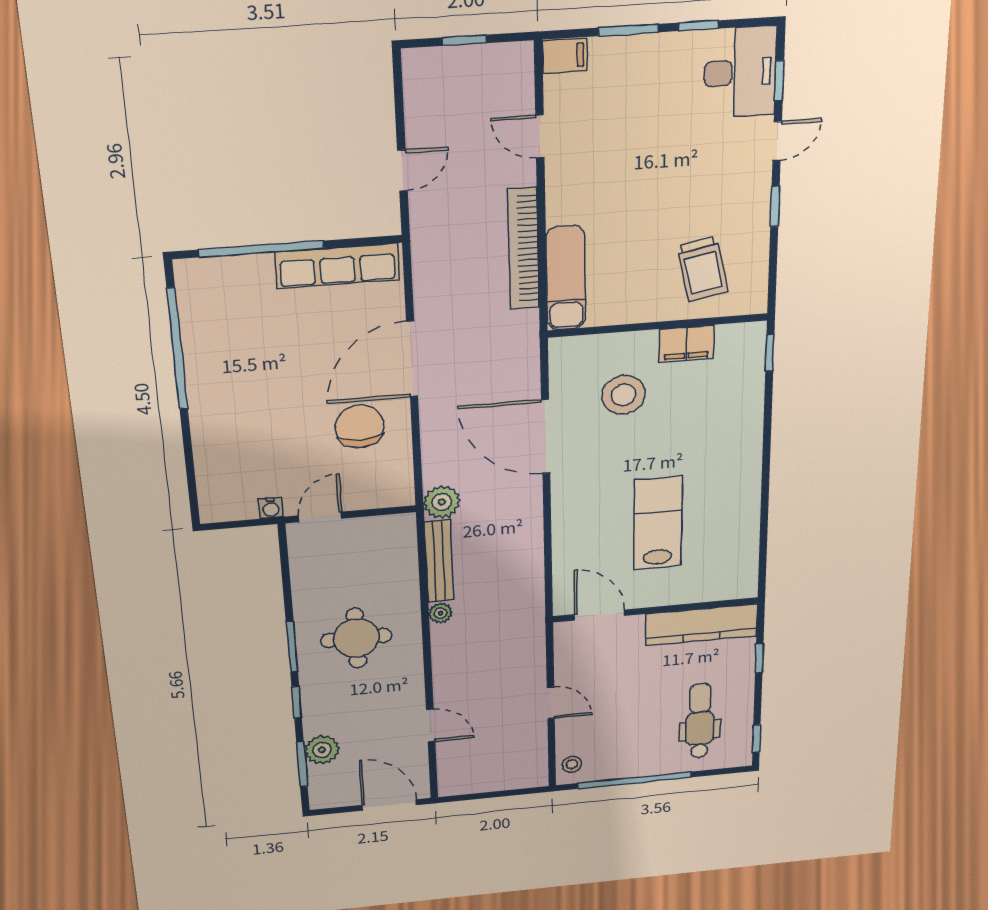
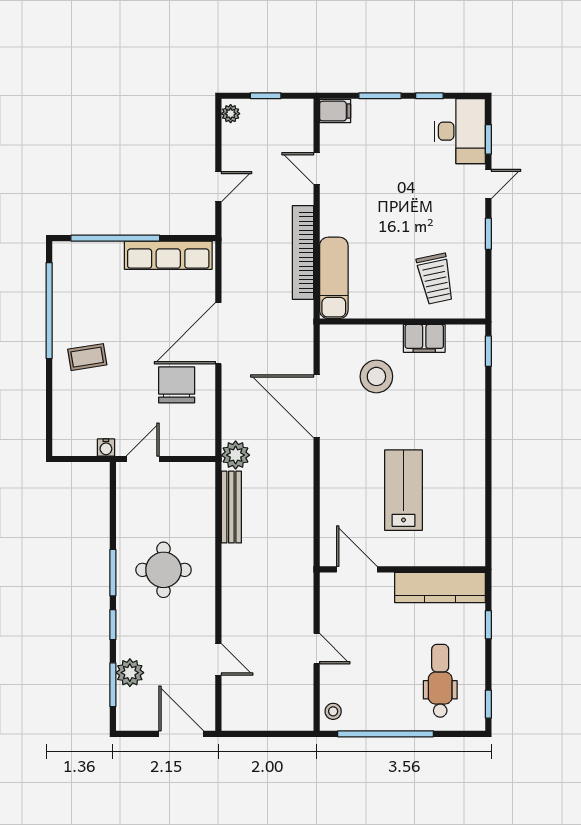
coffee table: (236, 403) -> (87, 357), added
plant: (440, 613) -> (231, 114), moved

